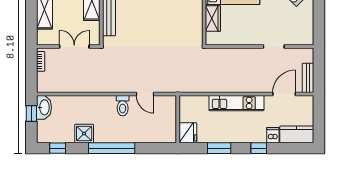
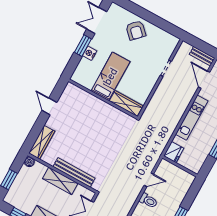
wardrobe: (213, 18) -> (126, 104), width x1.50
fridge: (188, 133) -> (174, 152), moved, turned 90

